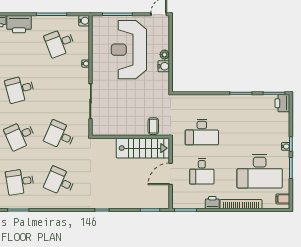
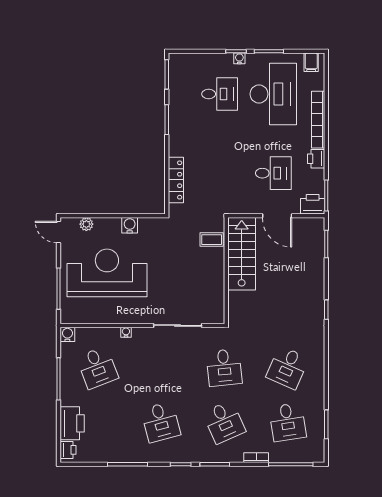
reception desk: (129, 50) -> (107, 273), turned 180
plant: (165, 55) -> (86, 224), moved
locker: (197, 100) -> (176, 180), added
printer: (282, 103) -> (313, 204), moved, turned 180
desk: (202, 132) -> (220, 94), moved, width x0.73
desk: (60, 135) -> (224, 368), turned -30

